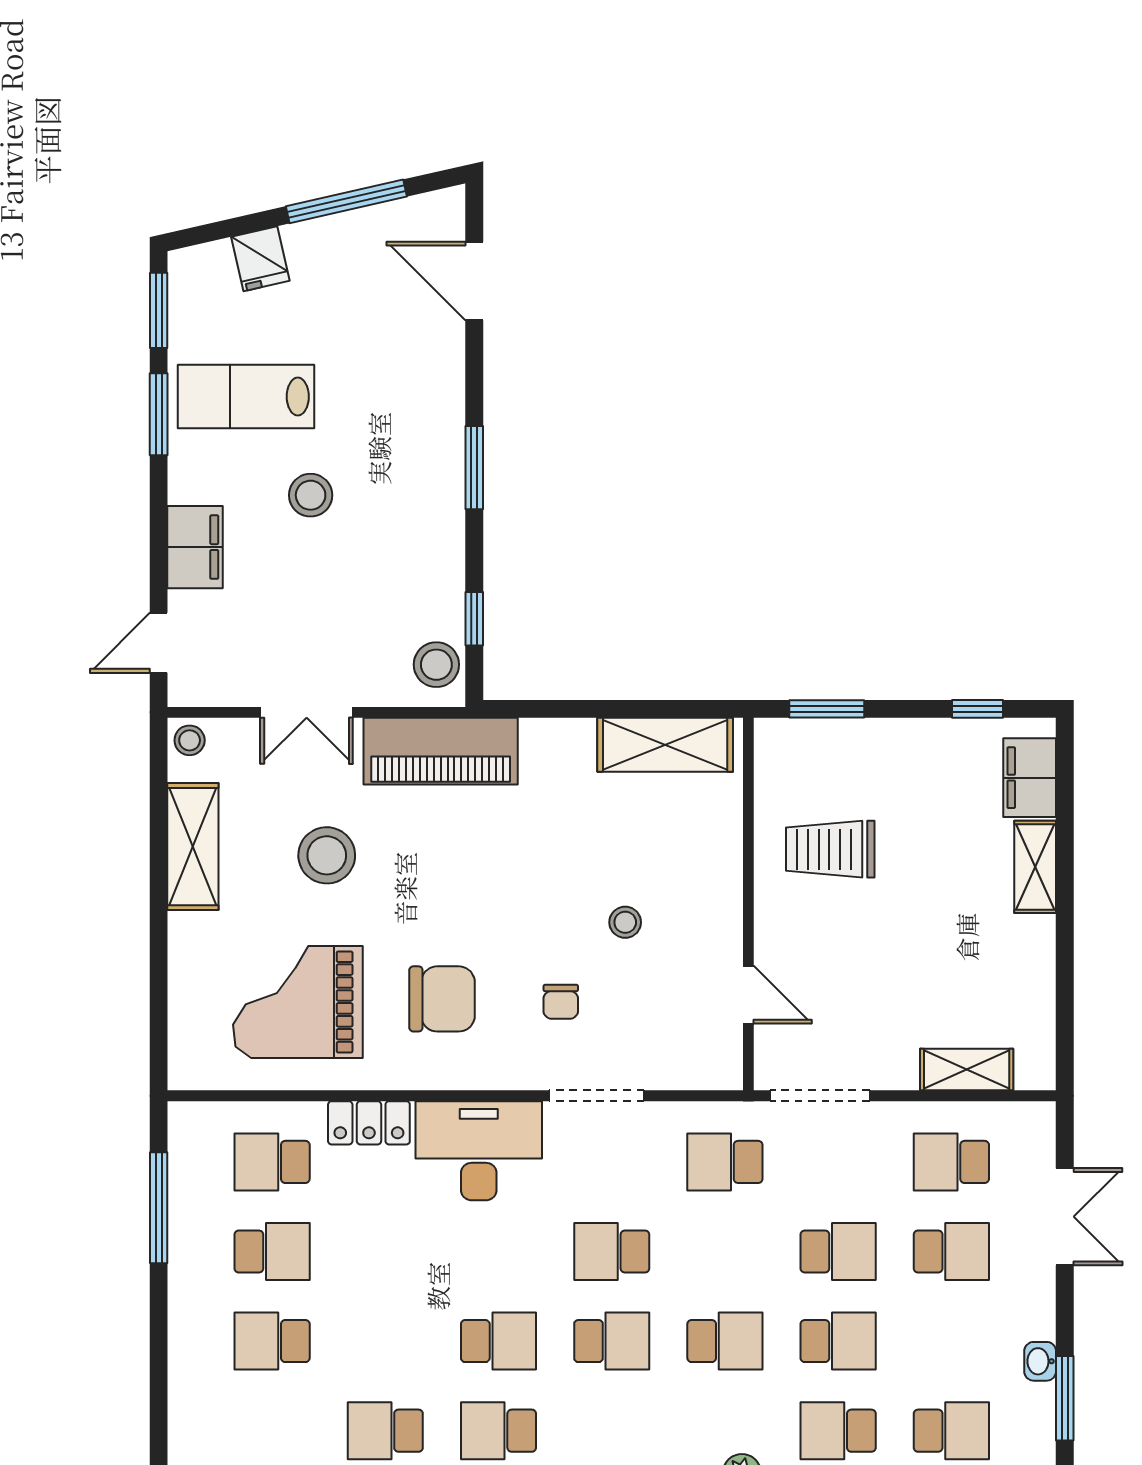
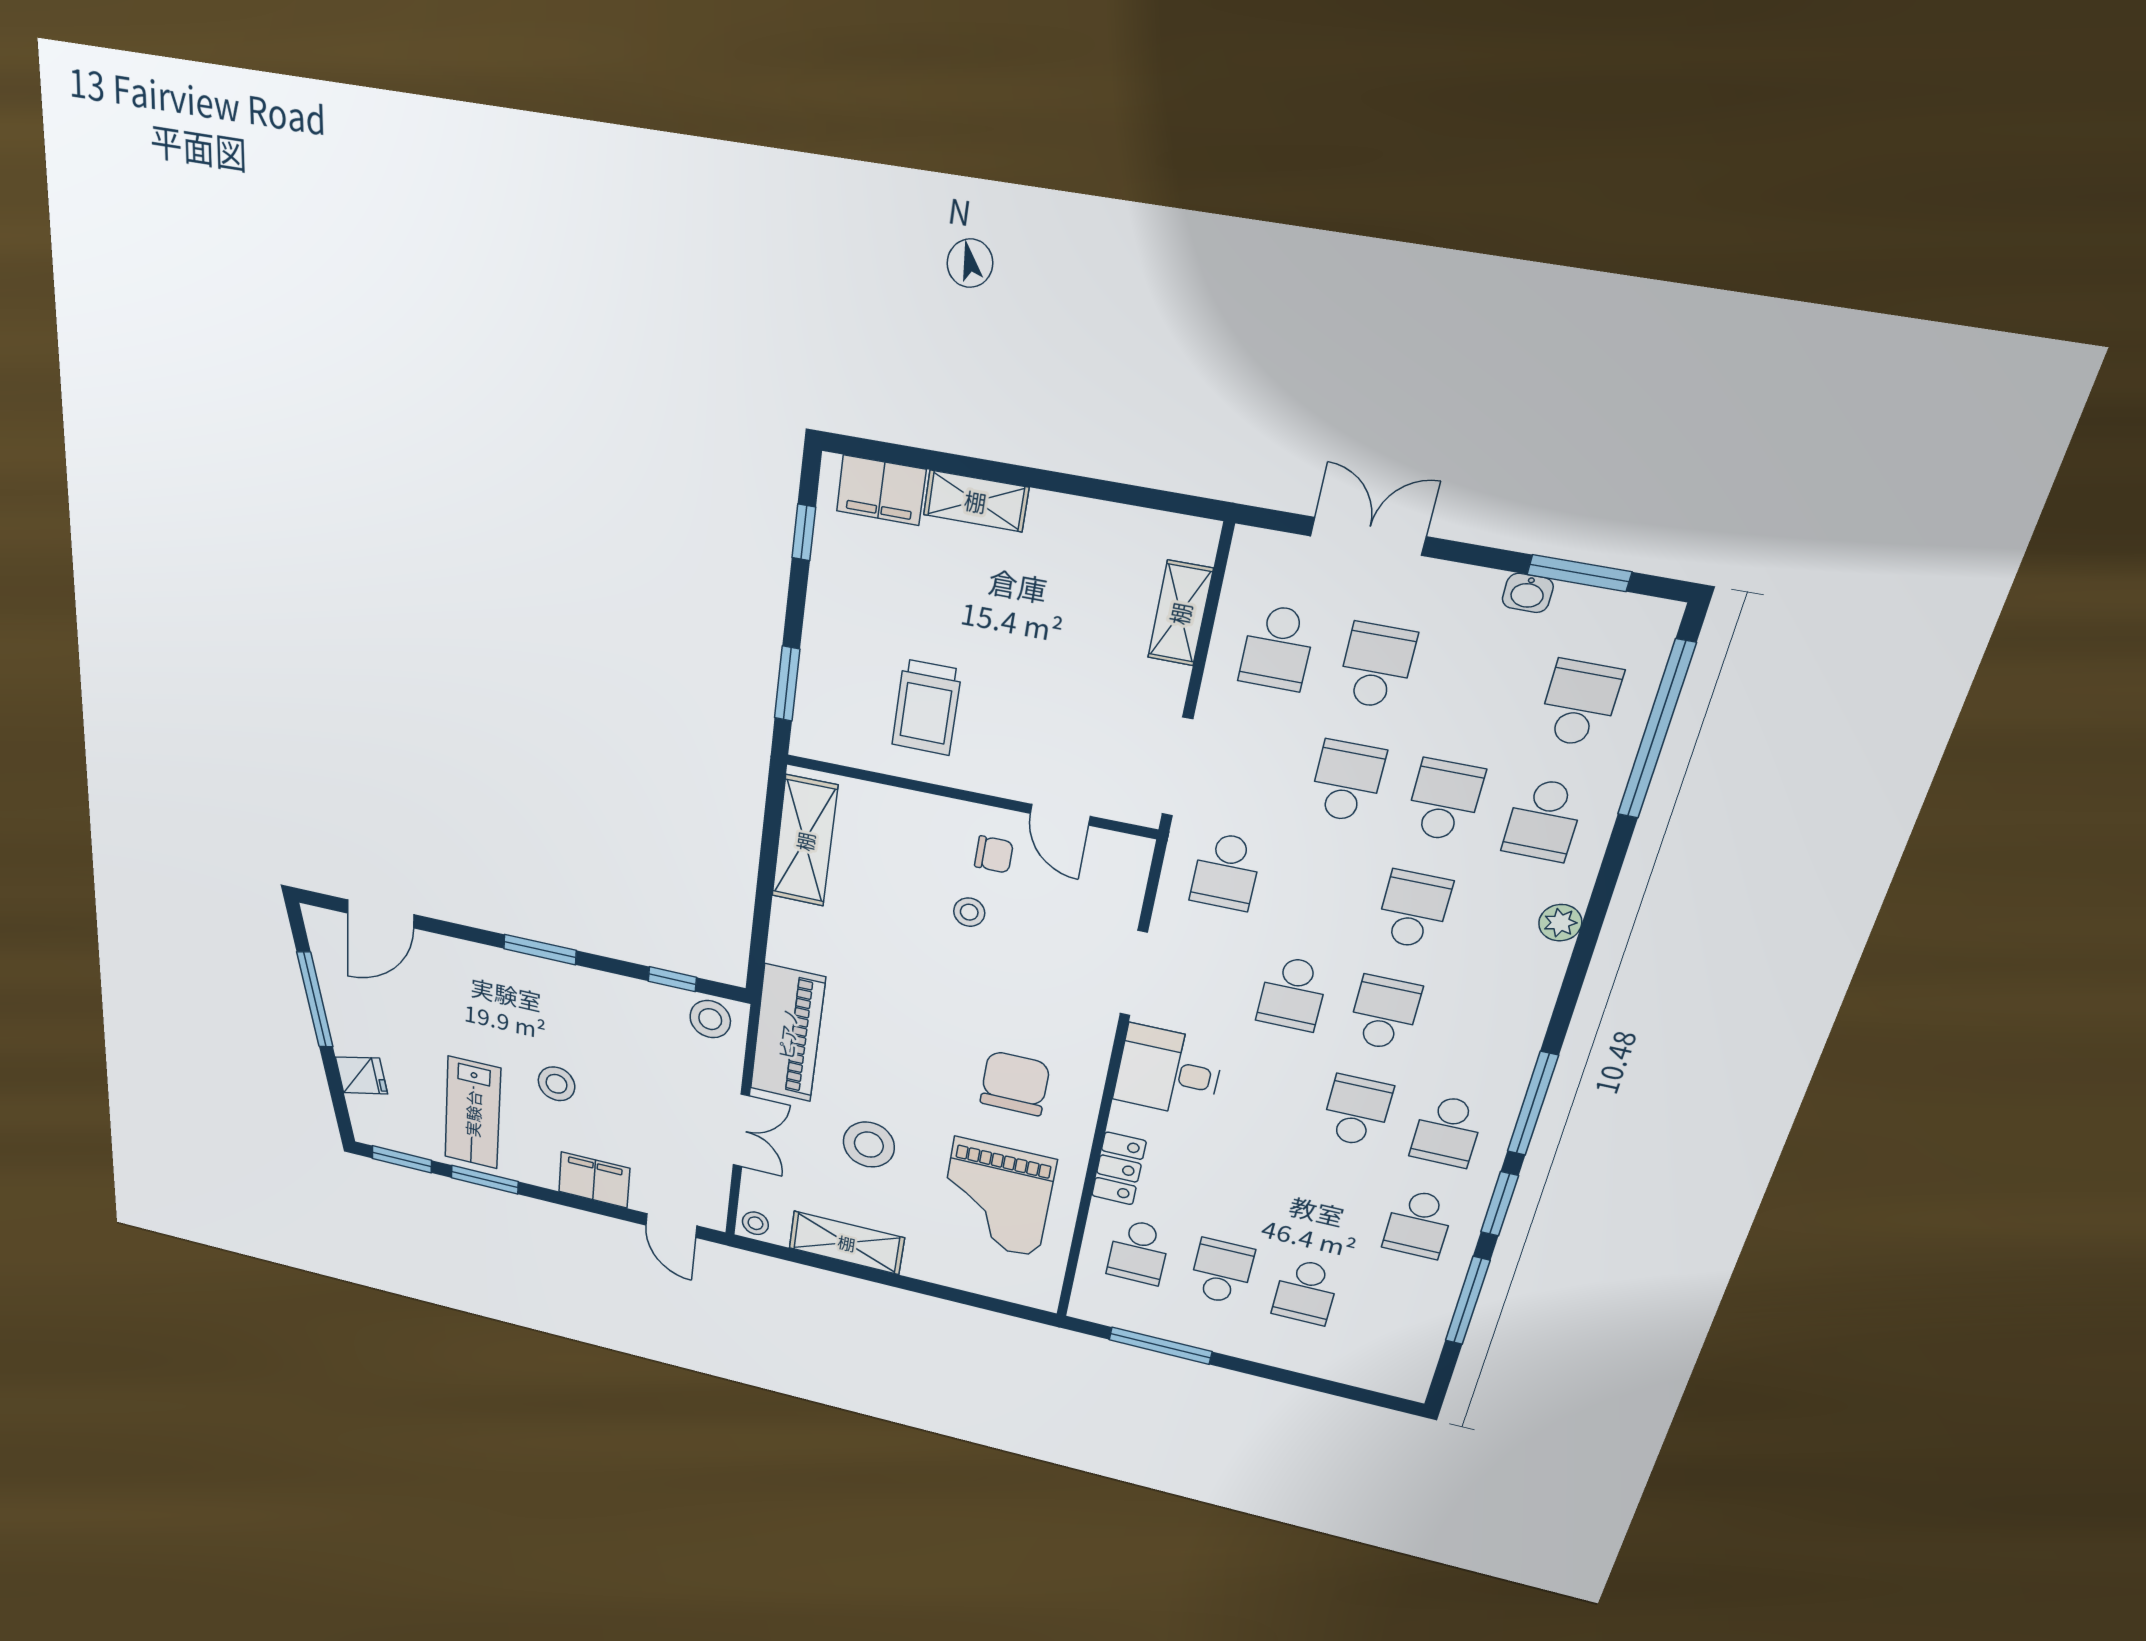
door: (748, 995) -> (1060, 815), swing flipped
chair: (561, 1002) -> (994, 854), moved
desk: (479, 1151) -> (1169, 1071), width x0.73

